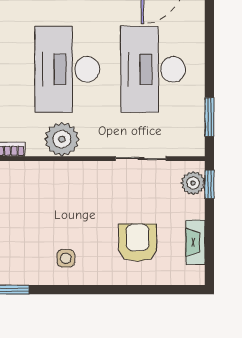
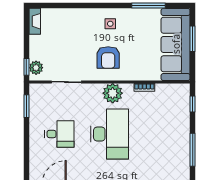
desk: (153, 69) -> (59, 134), width x0.53, depth x0.77
fireplace: (195, 242) -> (35, 21), moved
armchair: (138, 243) -> (108, 57), moved

